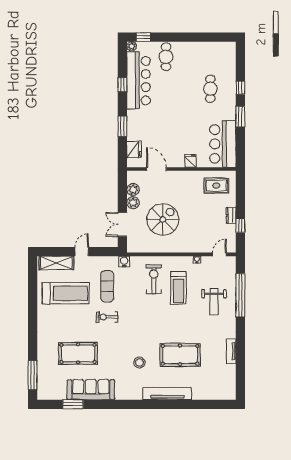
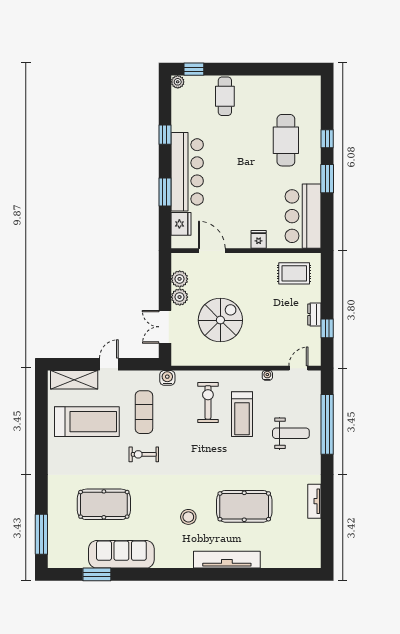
bar counter: (139, 81) -> (187, 172), moved
cafe table: (210, 89) -> (286, 140), width x1.37, depth x1.35
weight bench: (214, 302) -> (291, 433), turned -90

